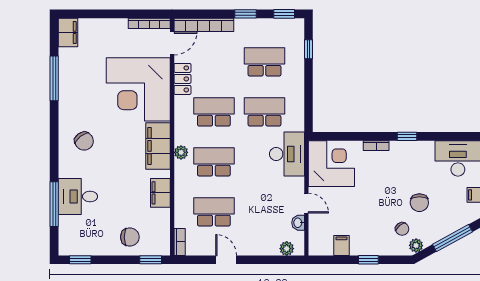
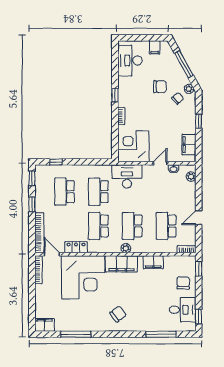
desk: (78, 196) -> (183, 310), moved, turned -90
filing cabinet: (342, 245) -> (189, 145), width x2.00

